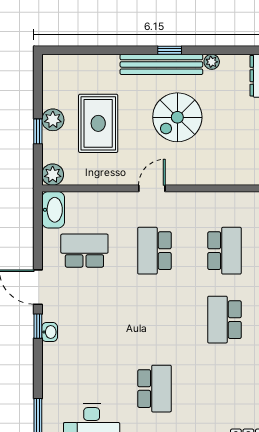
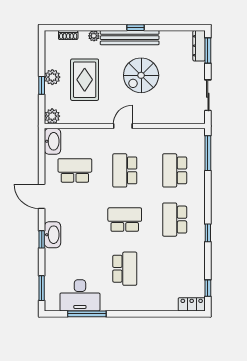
shoe rack: (75, 61) -> (68, 35), added
plant: (212, 62) -> (94, 36), moved
school desk: (224, 251) -> (175, 170), turned 180
school desk: (154, 320) -> (125, 220), added
window: (38, 326) -> (42, 239), moved
washbasin: (50, 332) -> (52, 235), width x1.91, depth x1.45

